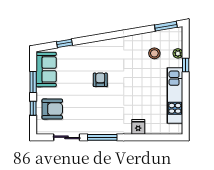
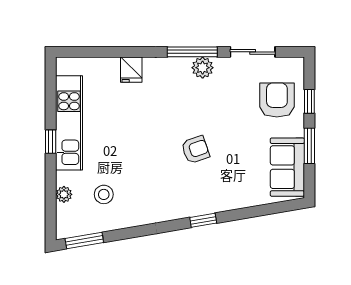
window: (65, 43) -> (203, 220), moved
window: (186, 65) -> (51, 142), moved
armchair: (100, 80) -> (195, 150), turned -109
armchair: (52, 109) -> (277, 100), turned 90
plant: (96, 128) -> (203, 68), added

